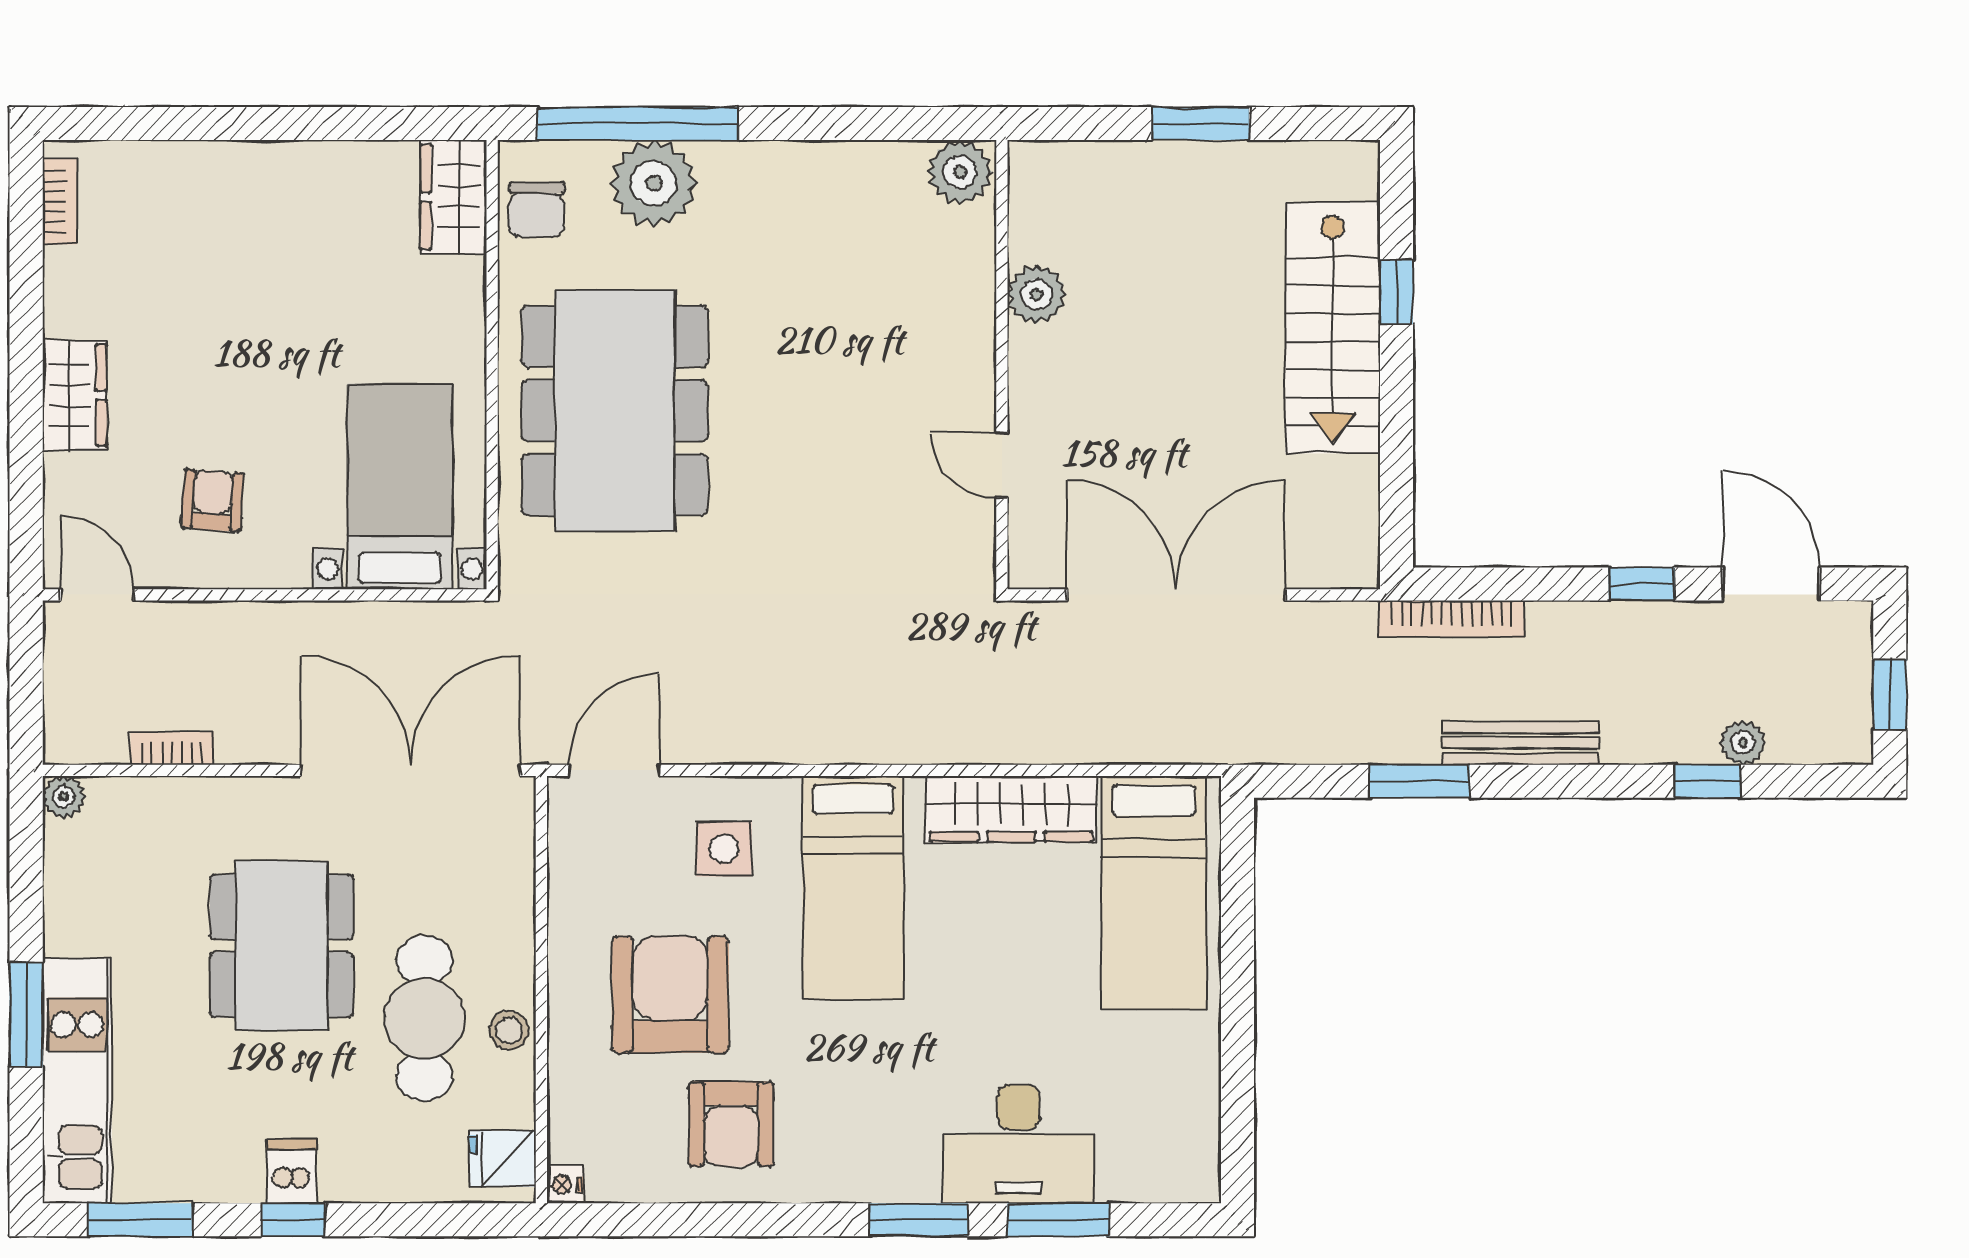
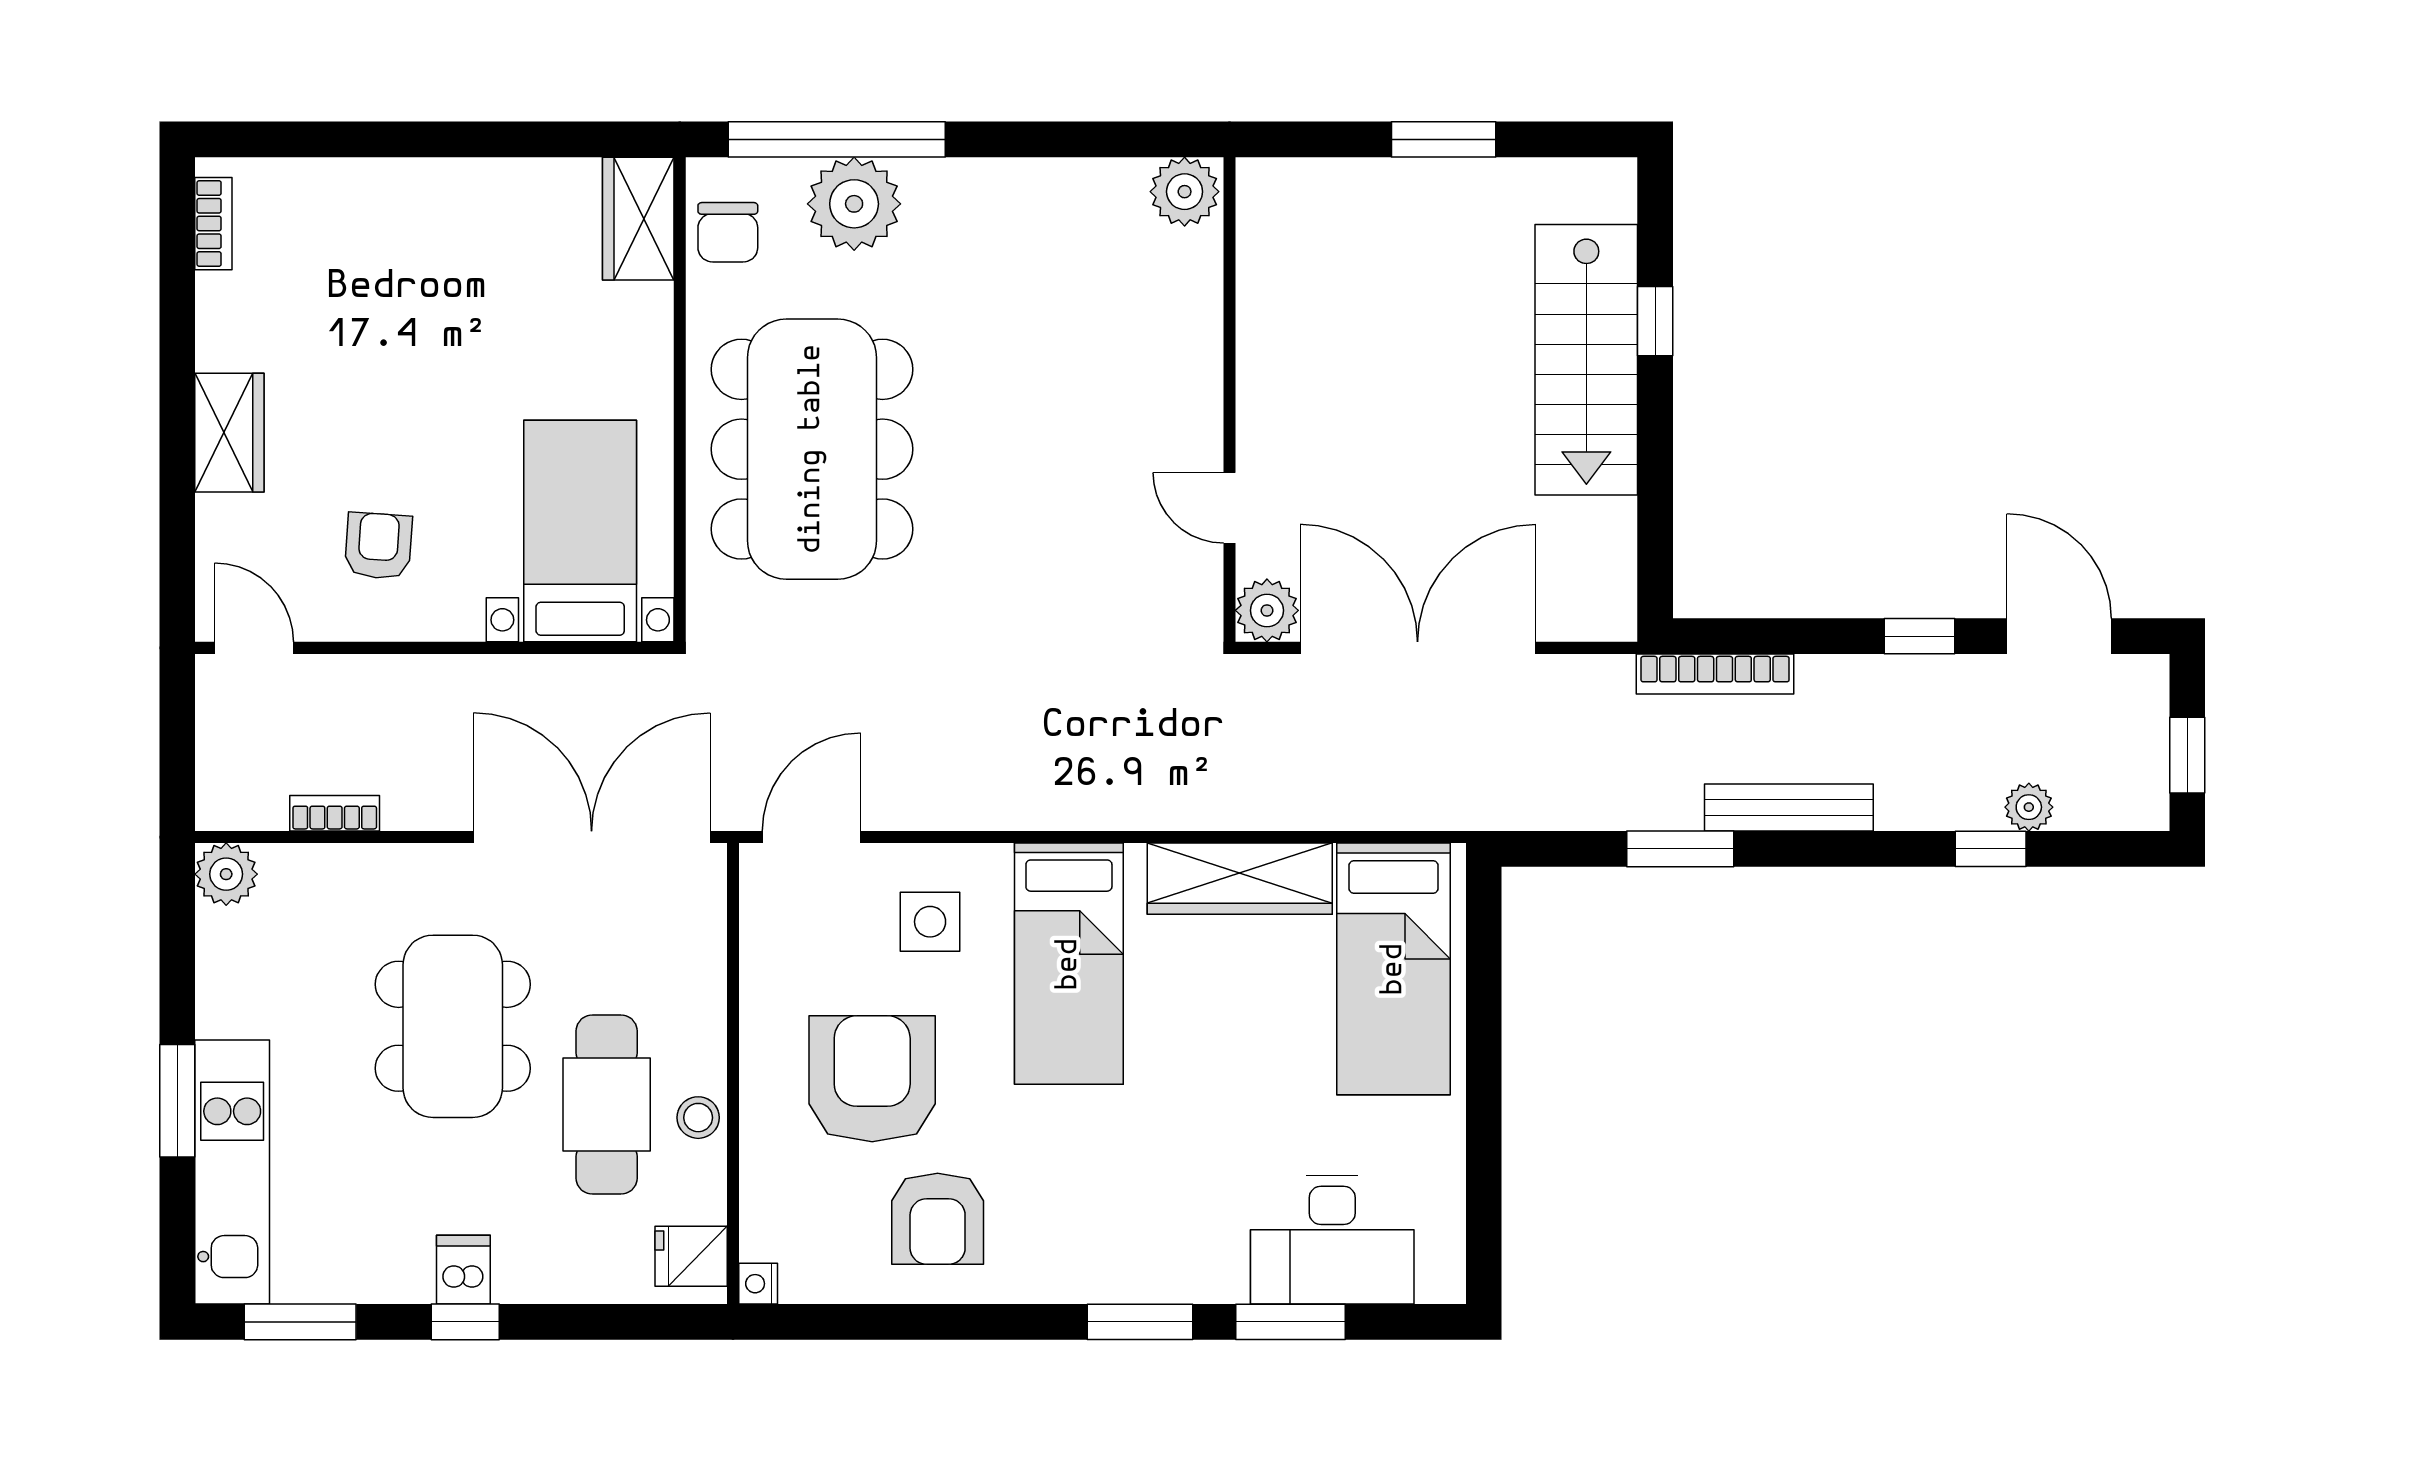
plant: (1036, 294) -> (1267, 610), moved
plant: (64, 797) -> (226, 874), width x1.38, depth x1.38
desk: (1019, 1144) -> (1332, 1240), moved

